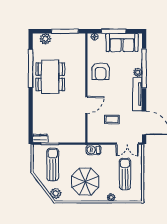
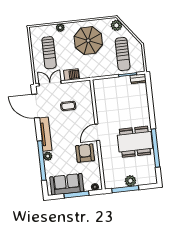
plant: (45, 39) -> (130, 181), moved
dining table: (50, 77) -> (135, 142), turned 90
door: (86, 105) -> (97, 132), moved
barbecue: (94, 150) -> (72, 75), moved

